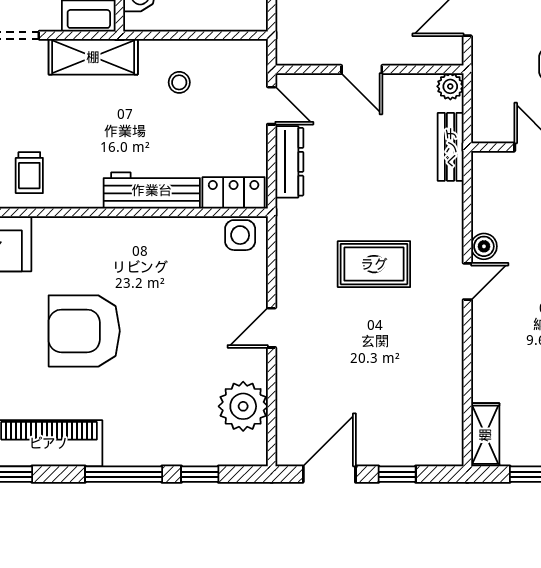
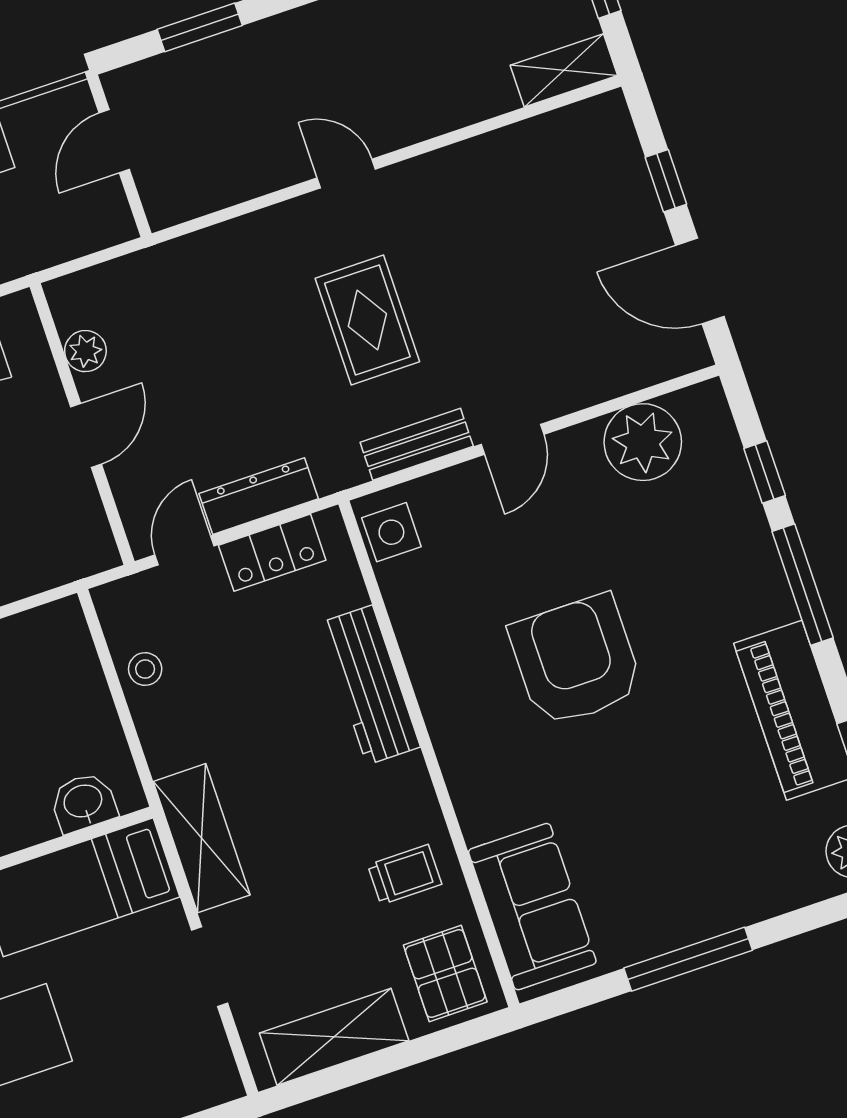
stool: (179, 82) -> (145, 669), moved
plant: (450, 86) -> (85, 351), moved
bench: (451, 147) -> (417, 444), moved
locker: (234, 193) -> (272, 553), moved, turned -90
boiler: (484, 246) -> (286, 166), removed
door: (272, 328) -> (512, 439), hinge flipped
armchair: (84, 331) -> (576, 660), moved, turned 180

